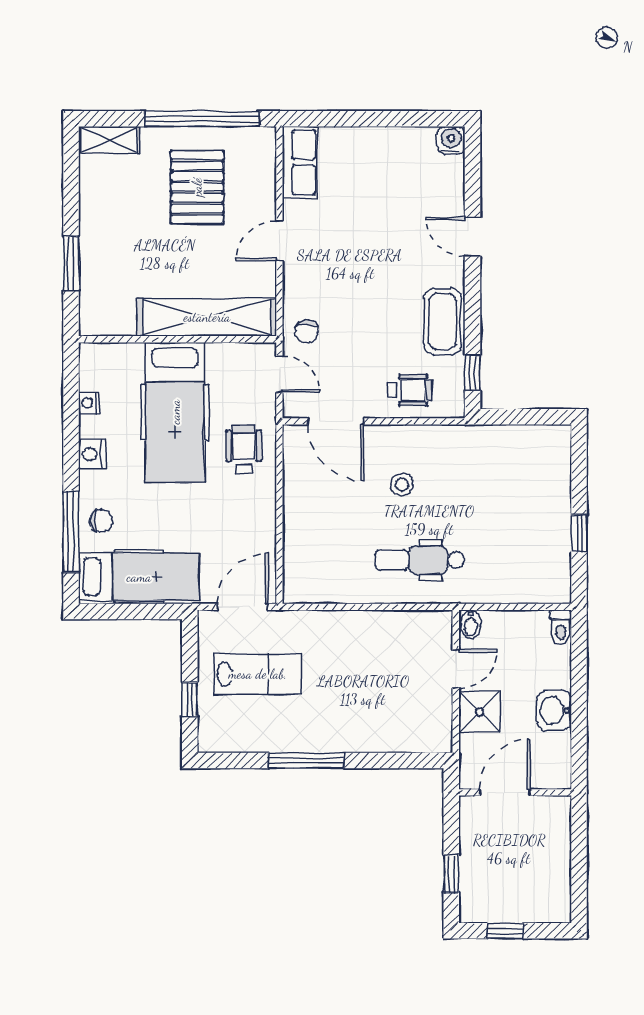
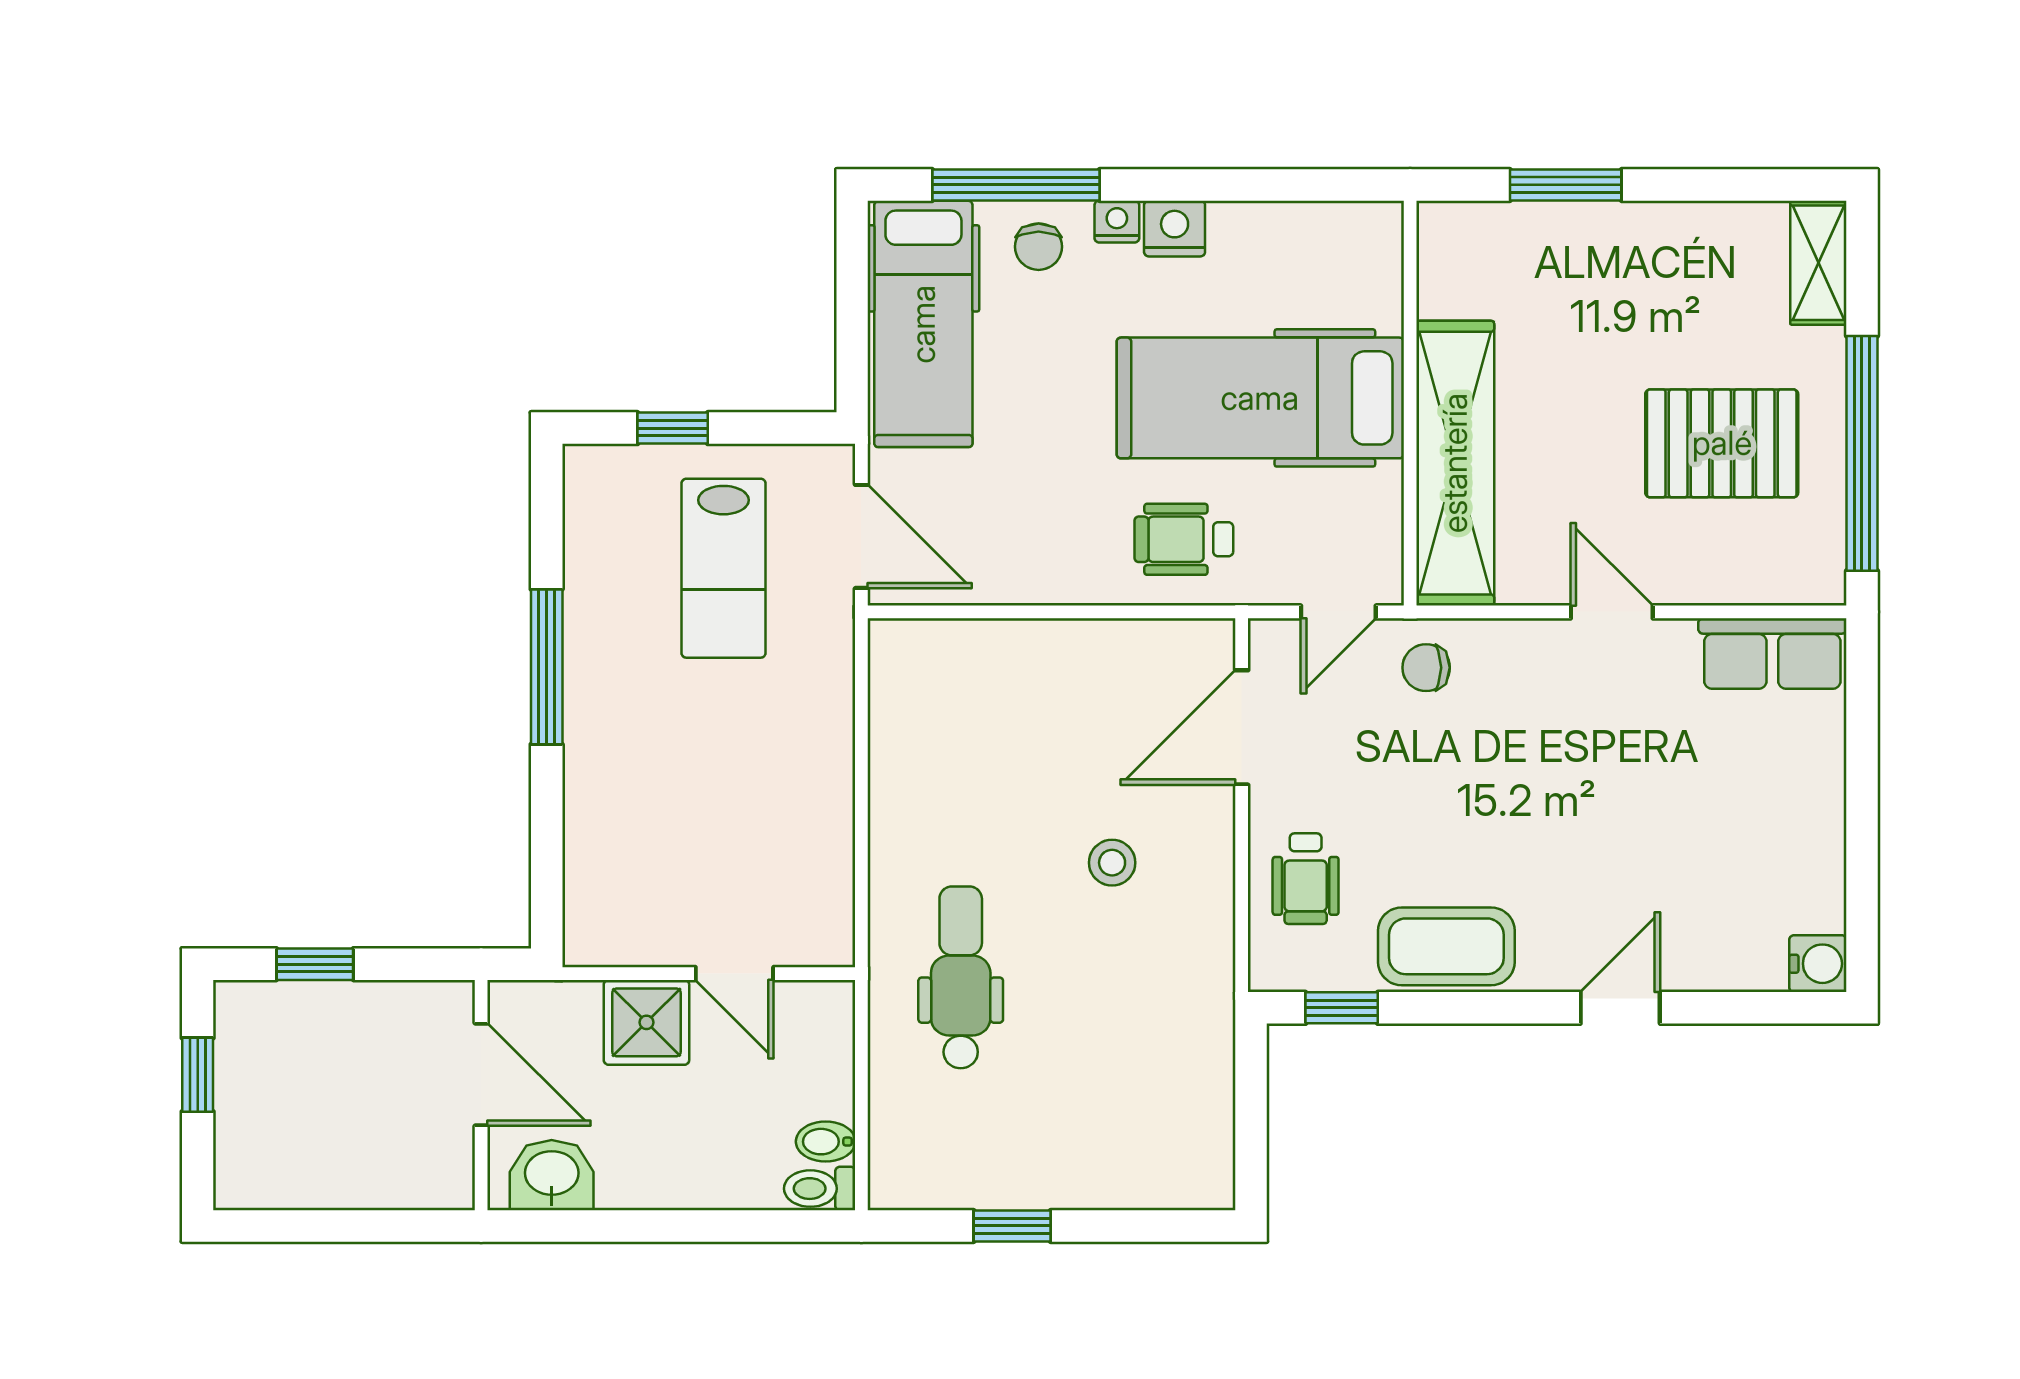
nightstand: (89, 403) -> (1117, 222), moved
wheelchair: (244, 450) -> (1184, 539), turned 180
dental chair: (420, 560) -> (961, 977), moved
bidet: (471, 624) -> (826, 1142), moved
washbasin: (554, 710) -> (552, 1175), moved

